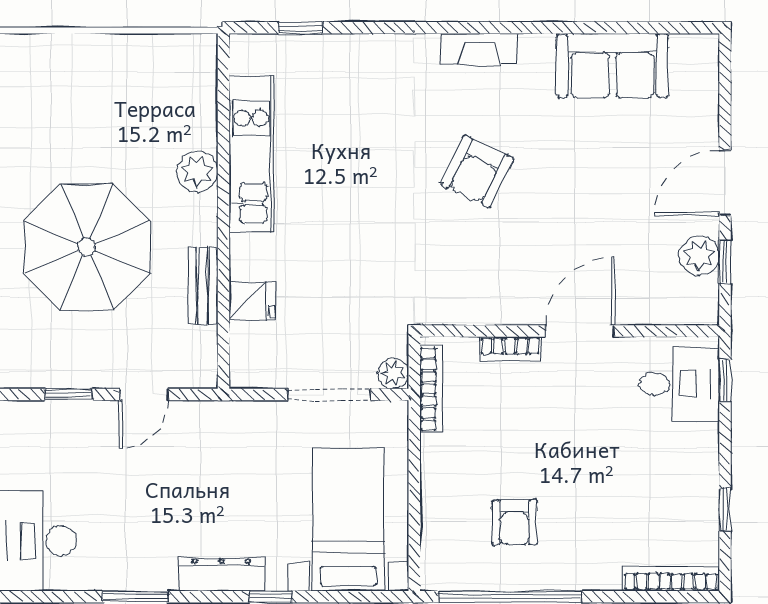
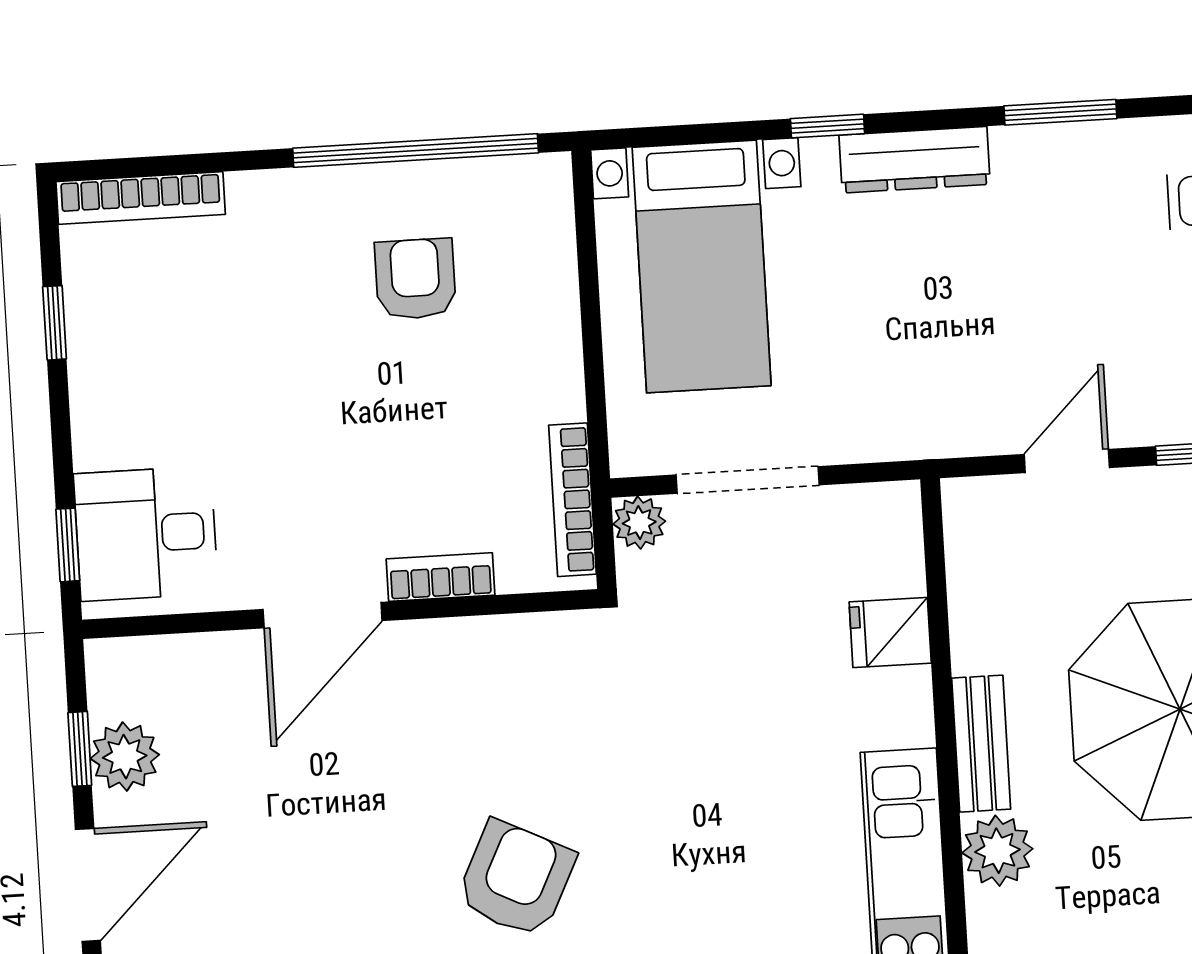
bench: (203, 285) -> (981, 744), moved

